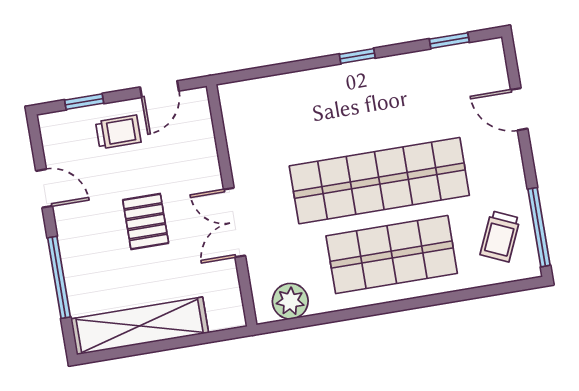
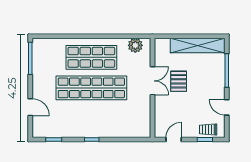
trolley: (118, 132) -> (208, 130), moved
pallet: (146, 222) -> (179, 81), moved
trolley: (500, 236) -> (46, 57), removed

